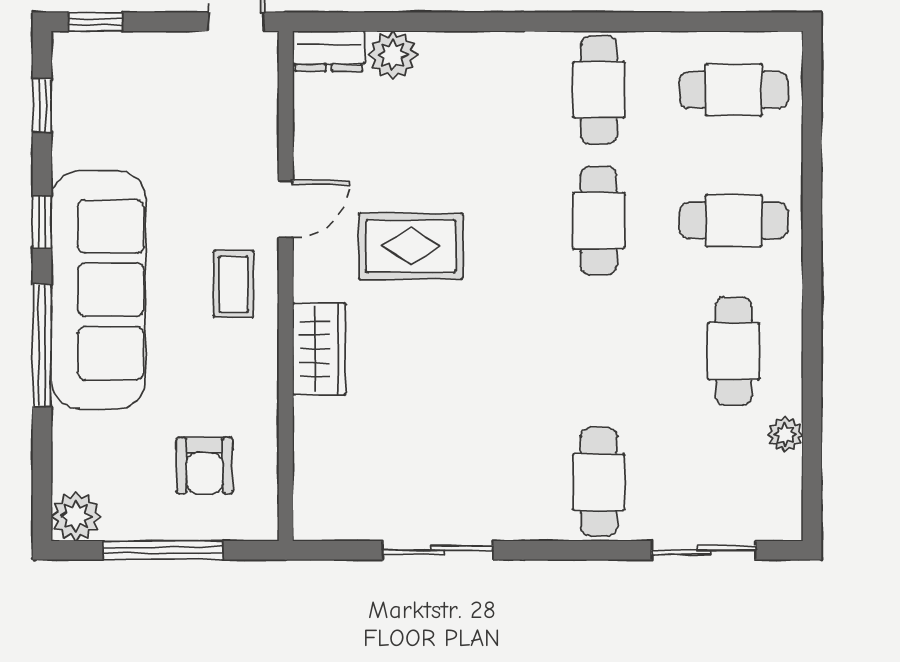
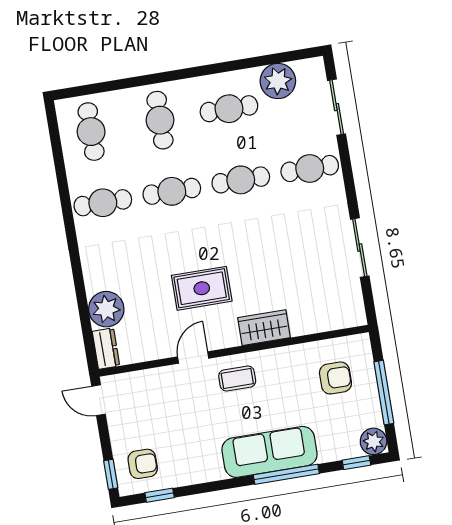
plant: (393, 55) -> (106, 309), width x1.36, depth x1.36
armchair: (105, 84) -> (143, 464), added
door: (286, 209) -> (193, 357), hinge flipped
window: (42, 222) -> (356, 463), moved
rug: (411, 246) -> (202, 288), turned 90
sofa: (98, 290) -> (269, 452), width x0.74, depth x0.79
cafe table: (599, 351) -> (241, 180), added
plant: (785, 435) -> (278, 81), width x1.87, depth x1.87

